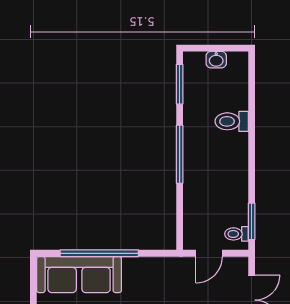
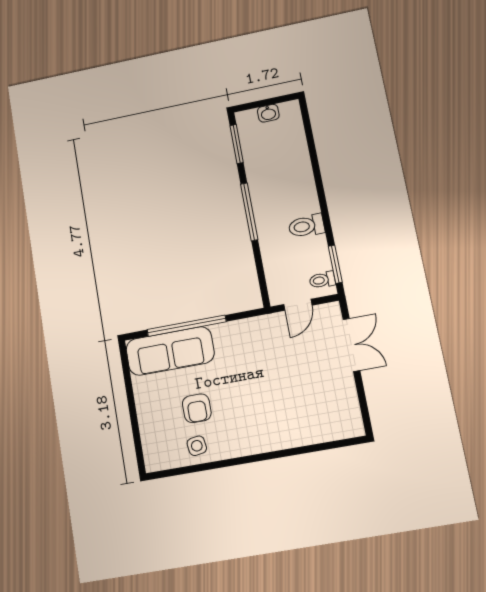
toilet: (232, 121) -> (306, 226), moved

